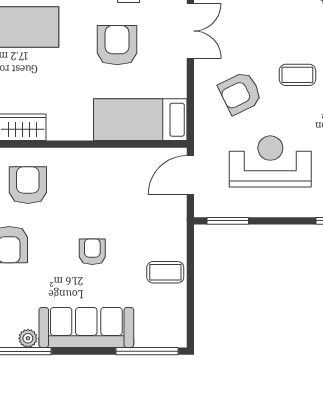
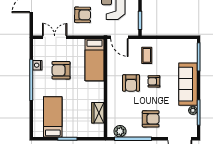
armchair: (240, 93) -> (83, 15), turned -63
armchair: (28, 185) -> (131, 83), moved, turned -90
coffee table: (165, 272) -> (147, 55), moved

